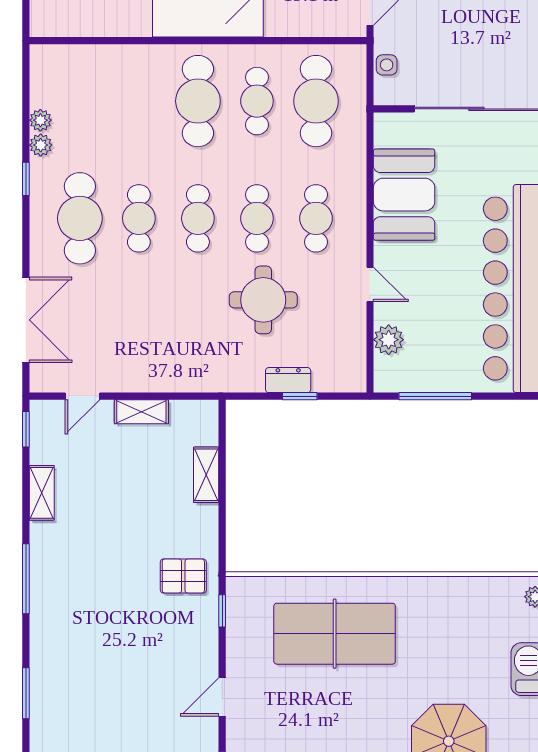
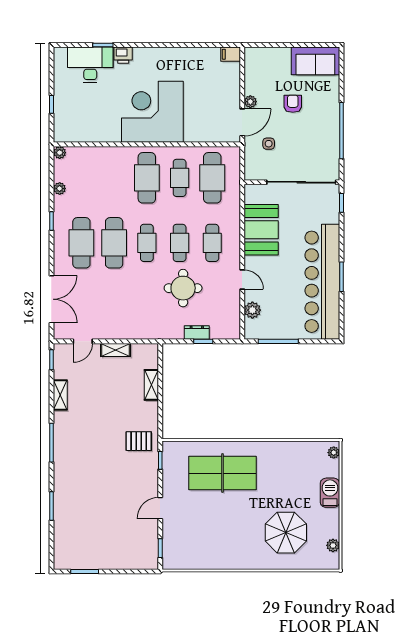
side table: (387, 65) -> (269, 144), moved
plant: (41, 145) -> (60, 153), moved
cafe table: (139, 218) -> (114, 243), width x1.37, depth x1.35

